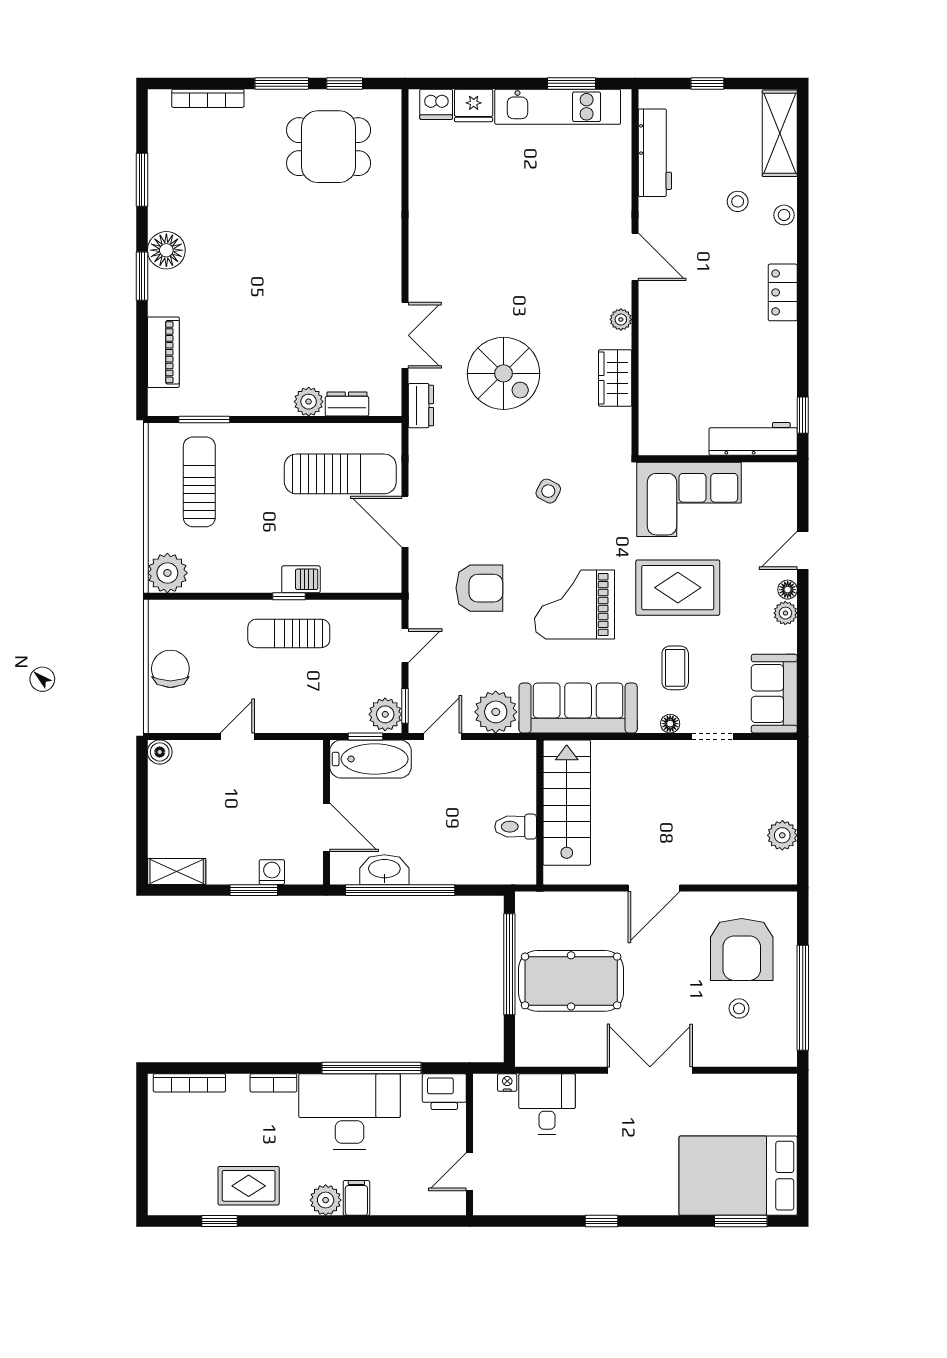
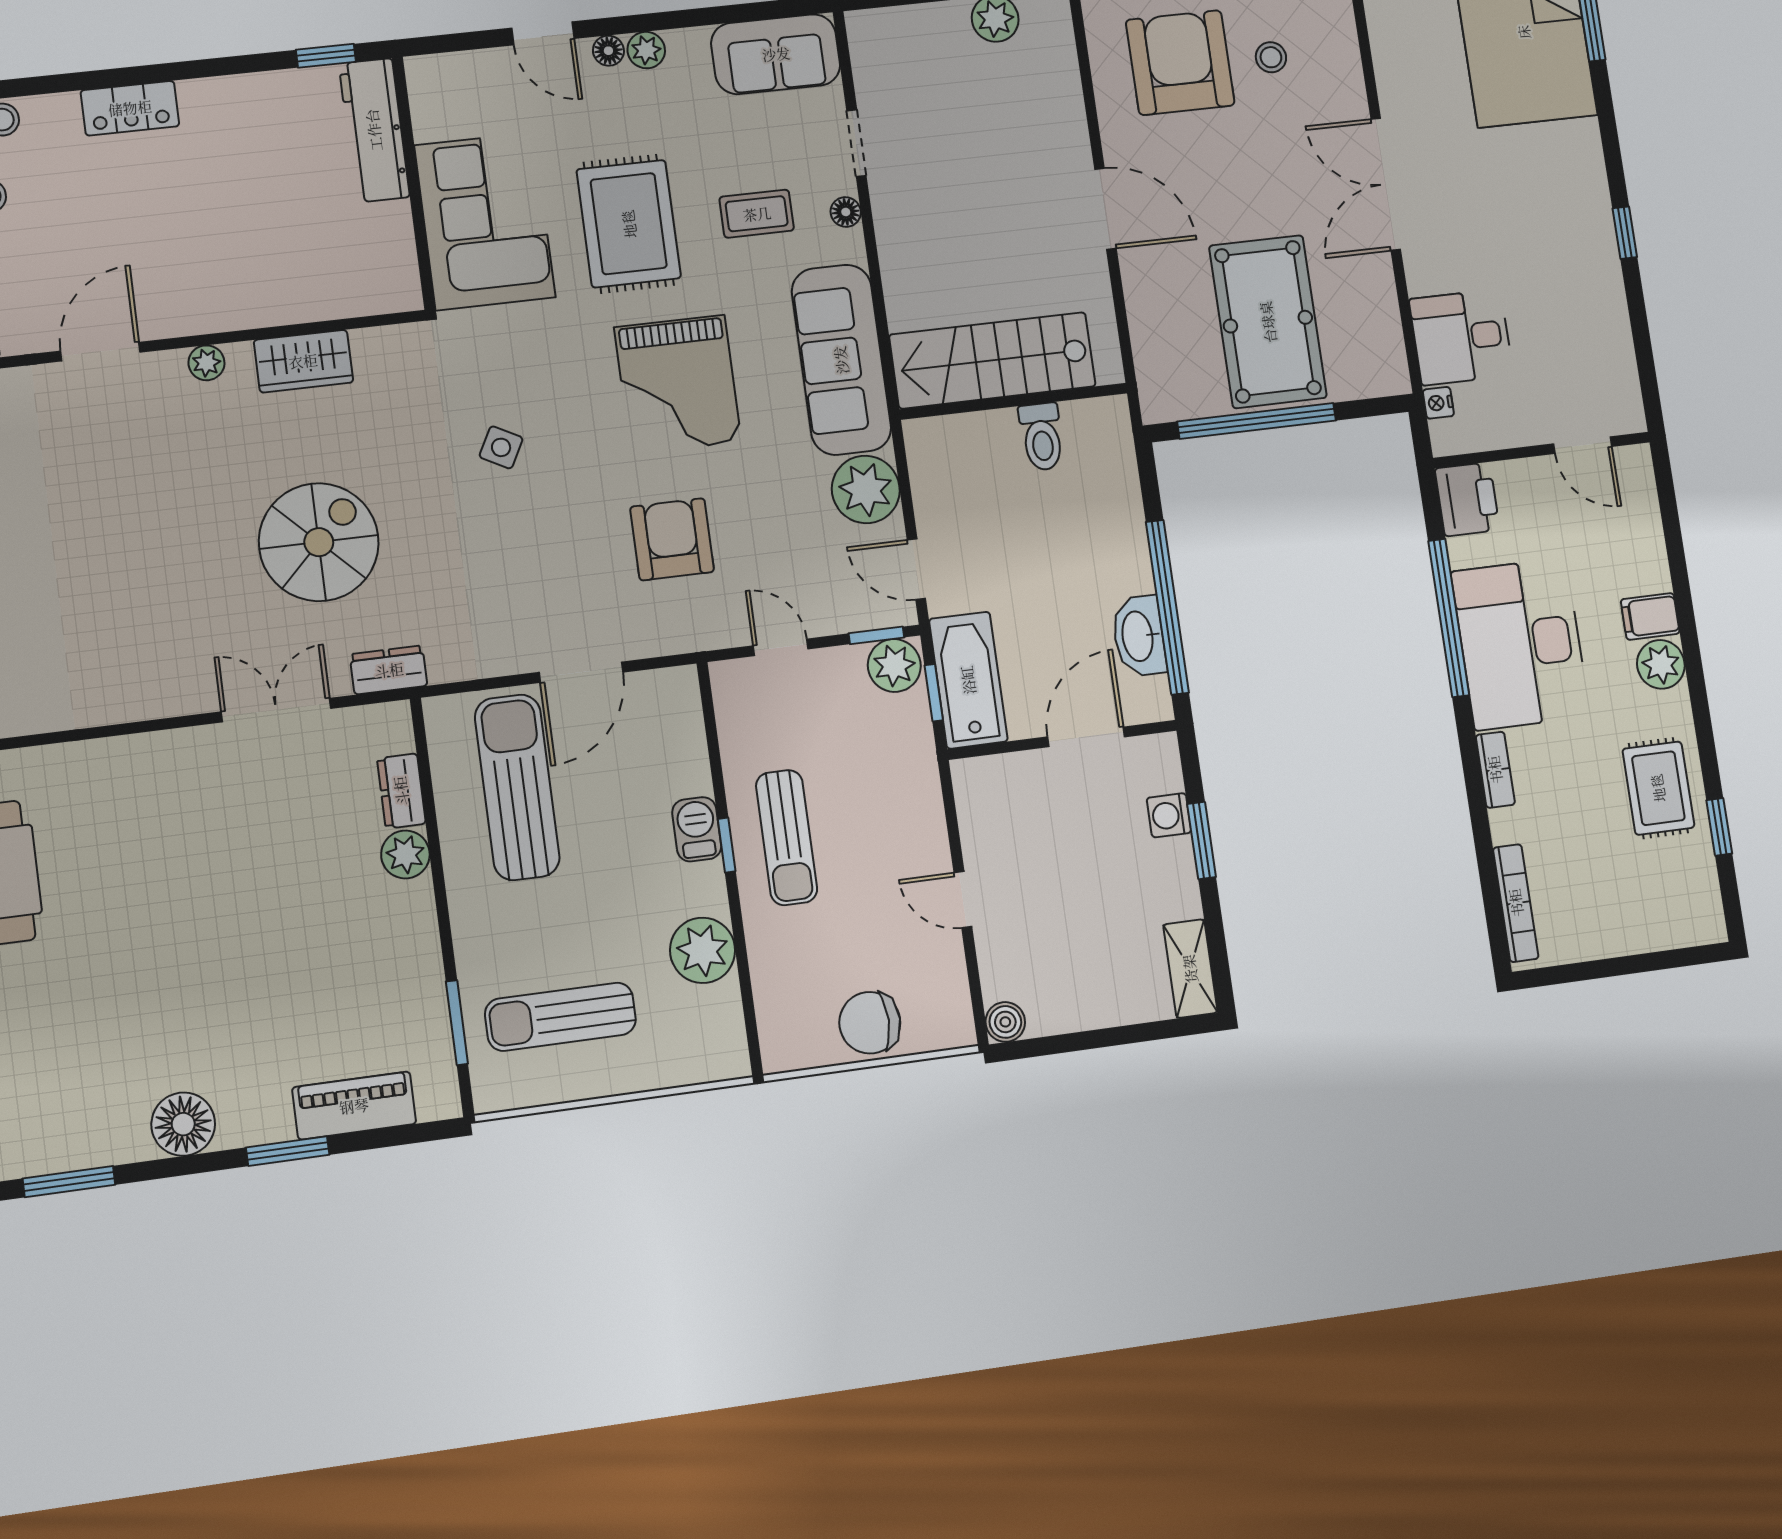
window: (142, 276) -> (288, 1151), moved
plant: (167, 573) -> (703, 950), moved
armchair: (742, 949) -> (1180, 63), turned -90

